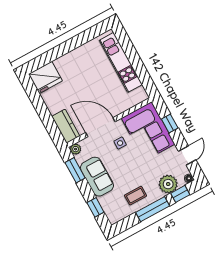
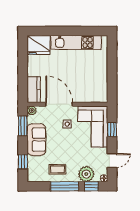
kitchen unit: (121, 62) -> (76, 42), moved, turned -90

